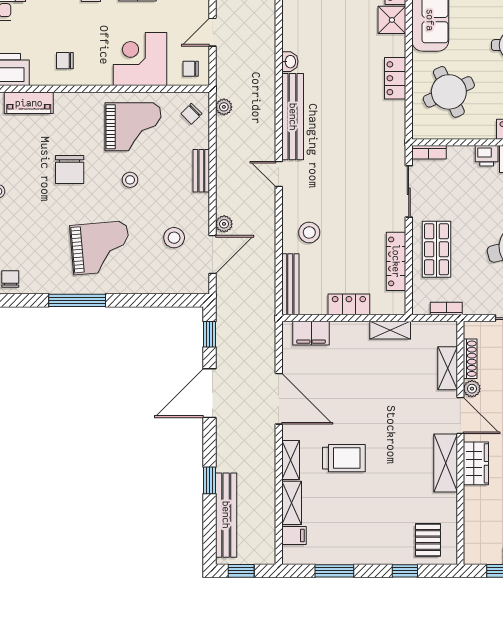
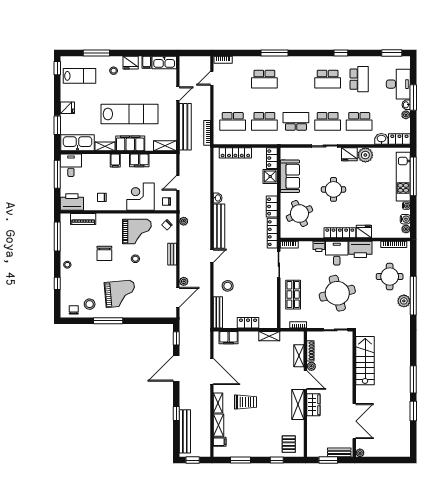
door: (279, 174) -> (212, 256), swing flipped
stool: (174, 238) -> (90, 304), moved
locker: (396, 261) -> (272, 233), moved

